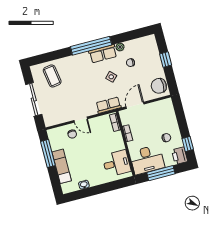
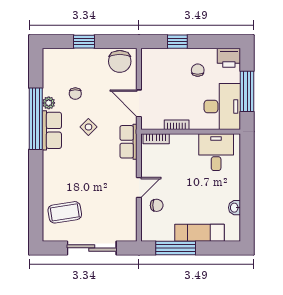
window: (91, 46) -> (36, 119), moved
window: (188, 144) -> (177, 42), moved

